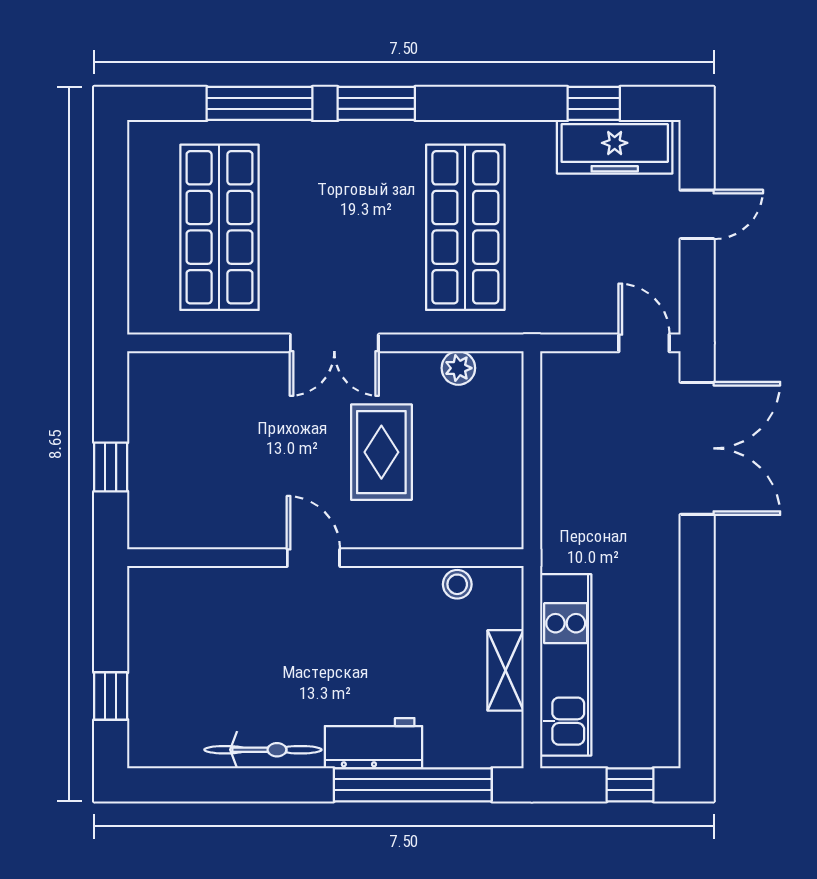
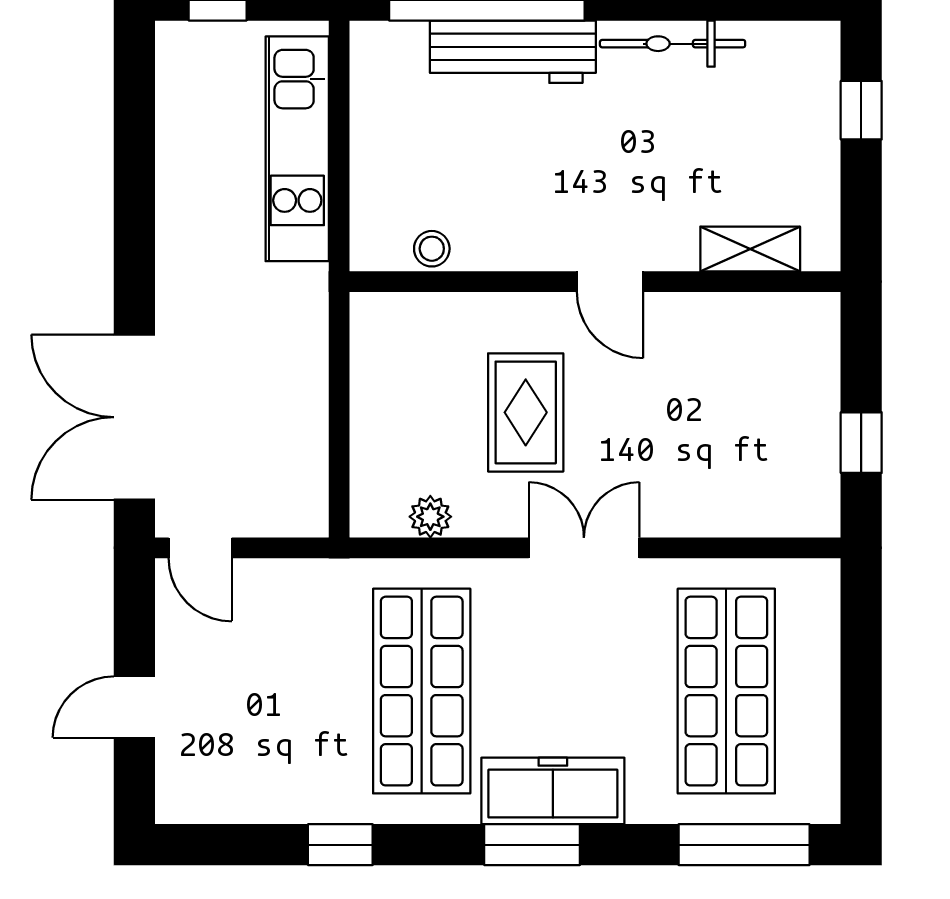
window: (259, 103) -> (744, 845), moved
window: (594, 103) -> (340, 845), moved
freezer: (615, 147) -> (553, 791), moved
window: (111, 467) -> (861, 443), moved
shelving: (506, 670) -> (750, 249), moved, turned 90
workbench: (374, 743) -> (513, 52), width x1.38

